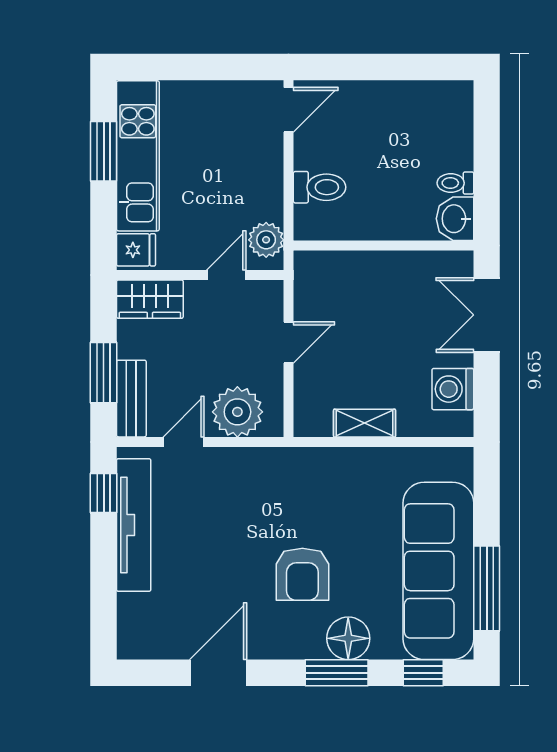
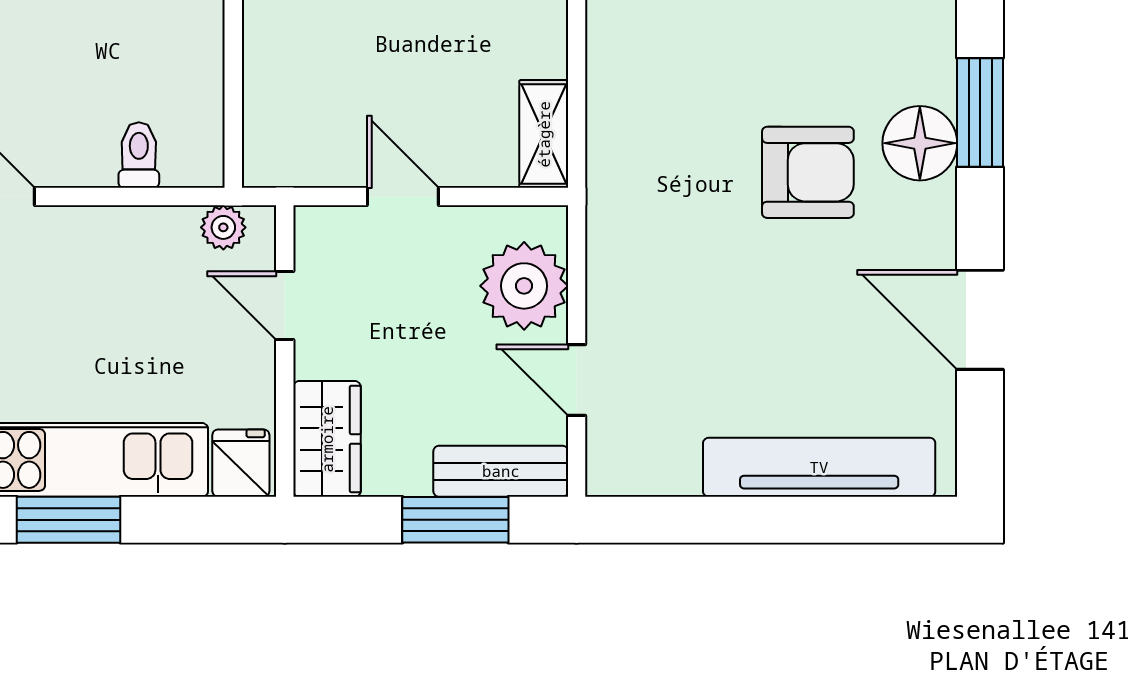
toilet: (320, 187) -> (139, 155), width x0.73, depth x0.72
plant: (266, 240) -> (223, 227), width x0.73, depth x0.73
shelving: (365, 423) -> (544, 134), moved
window: (104, 493) -> (666, 520), removed
tv unit: (134, 525) -> (819, 467), moved
floor lamp: (348, 638) -> (920, 143), moved

